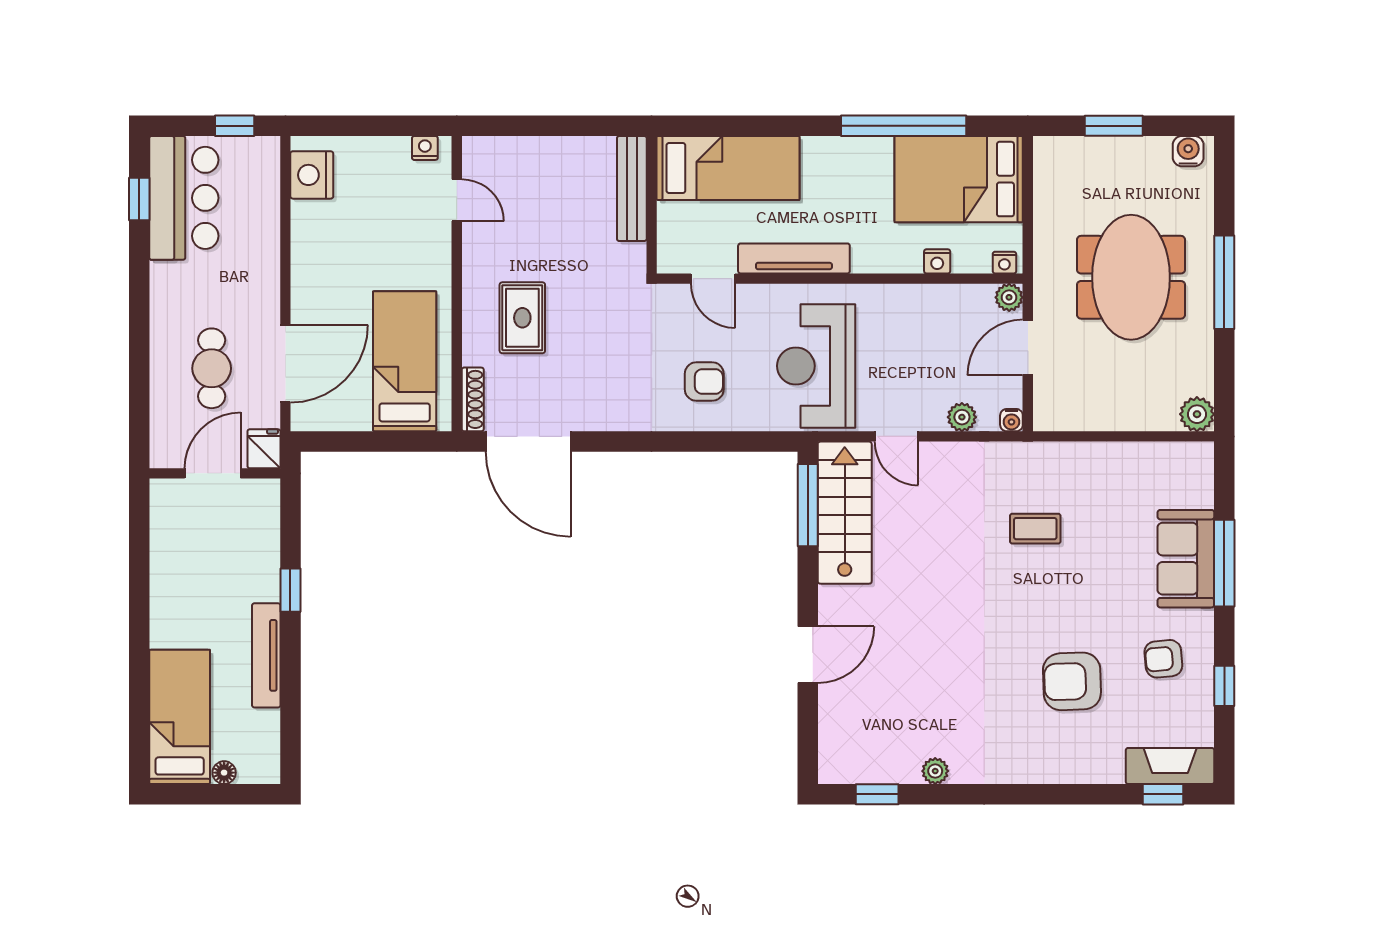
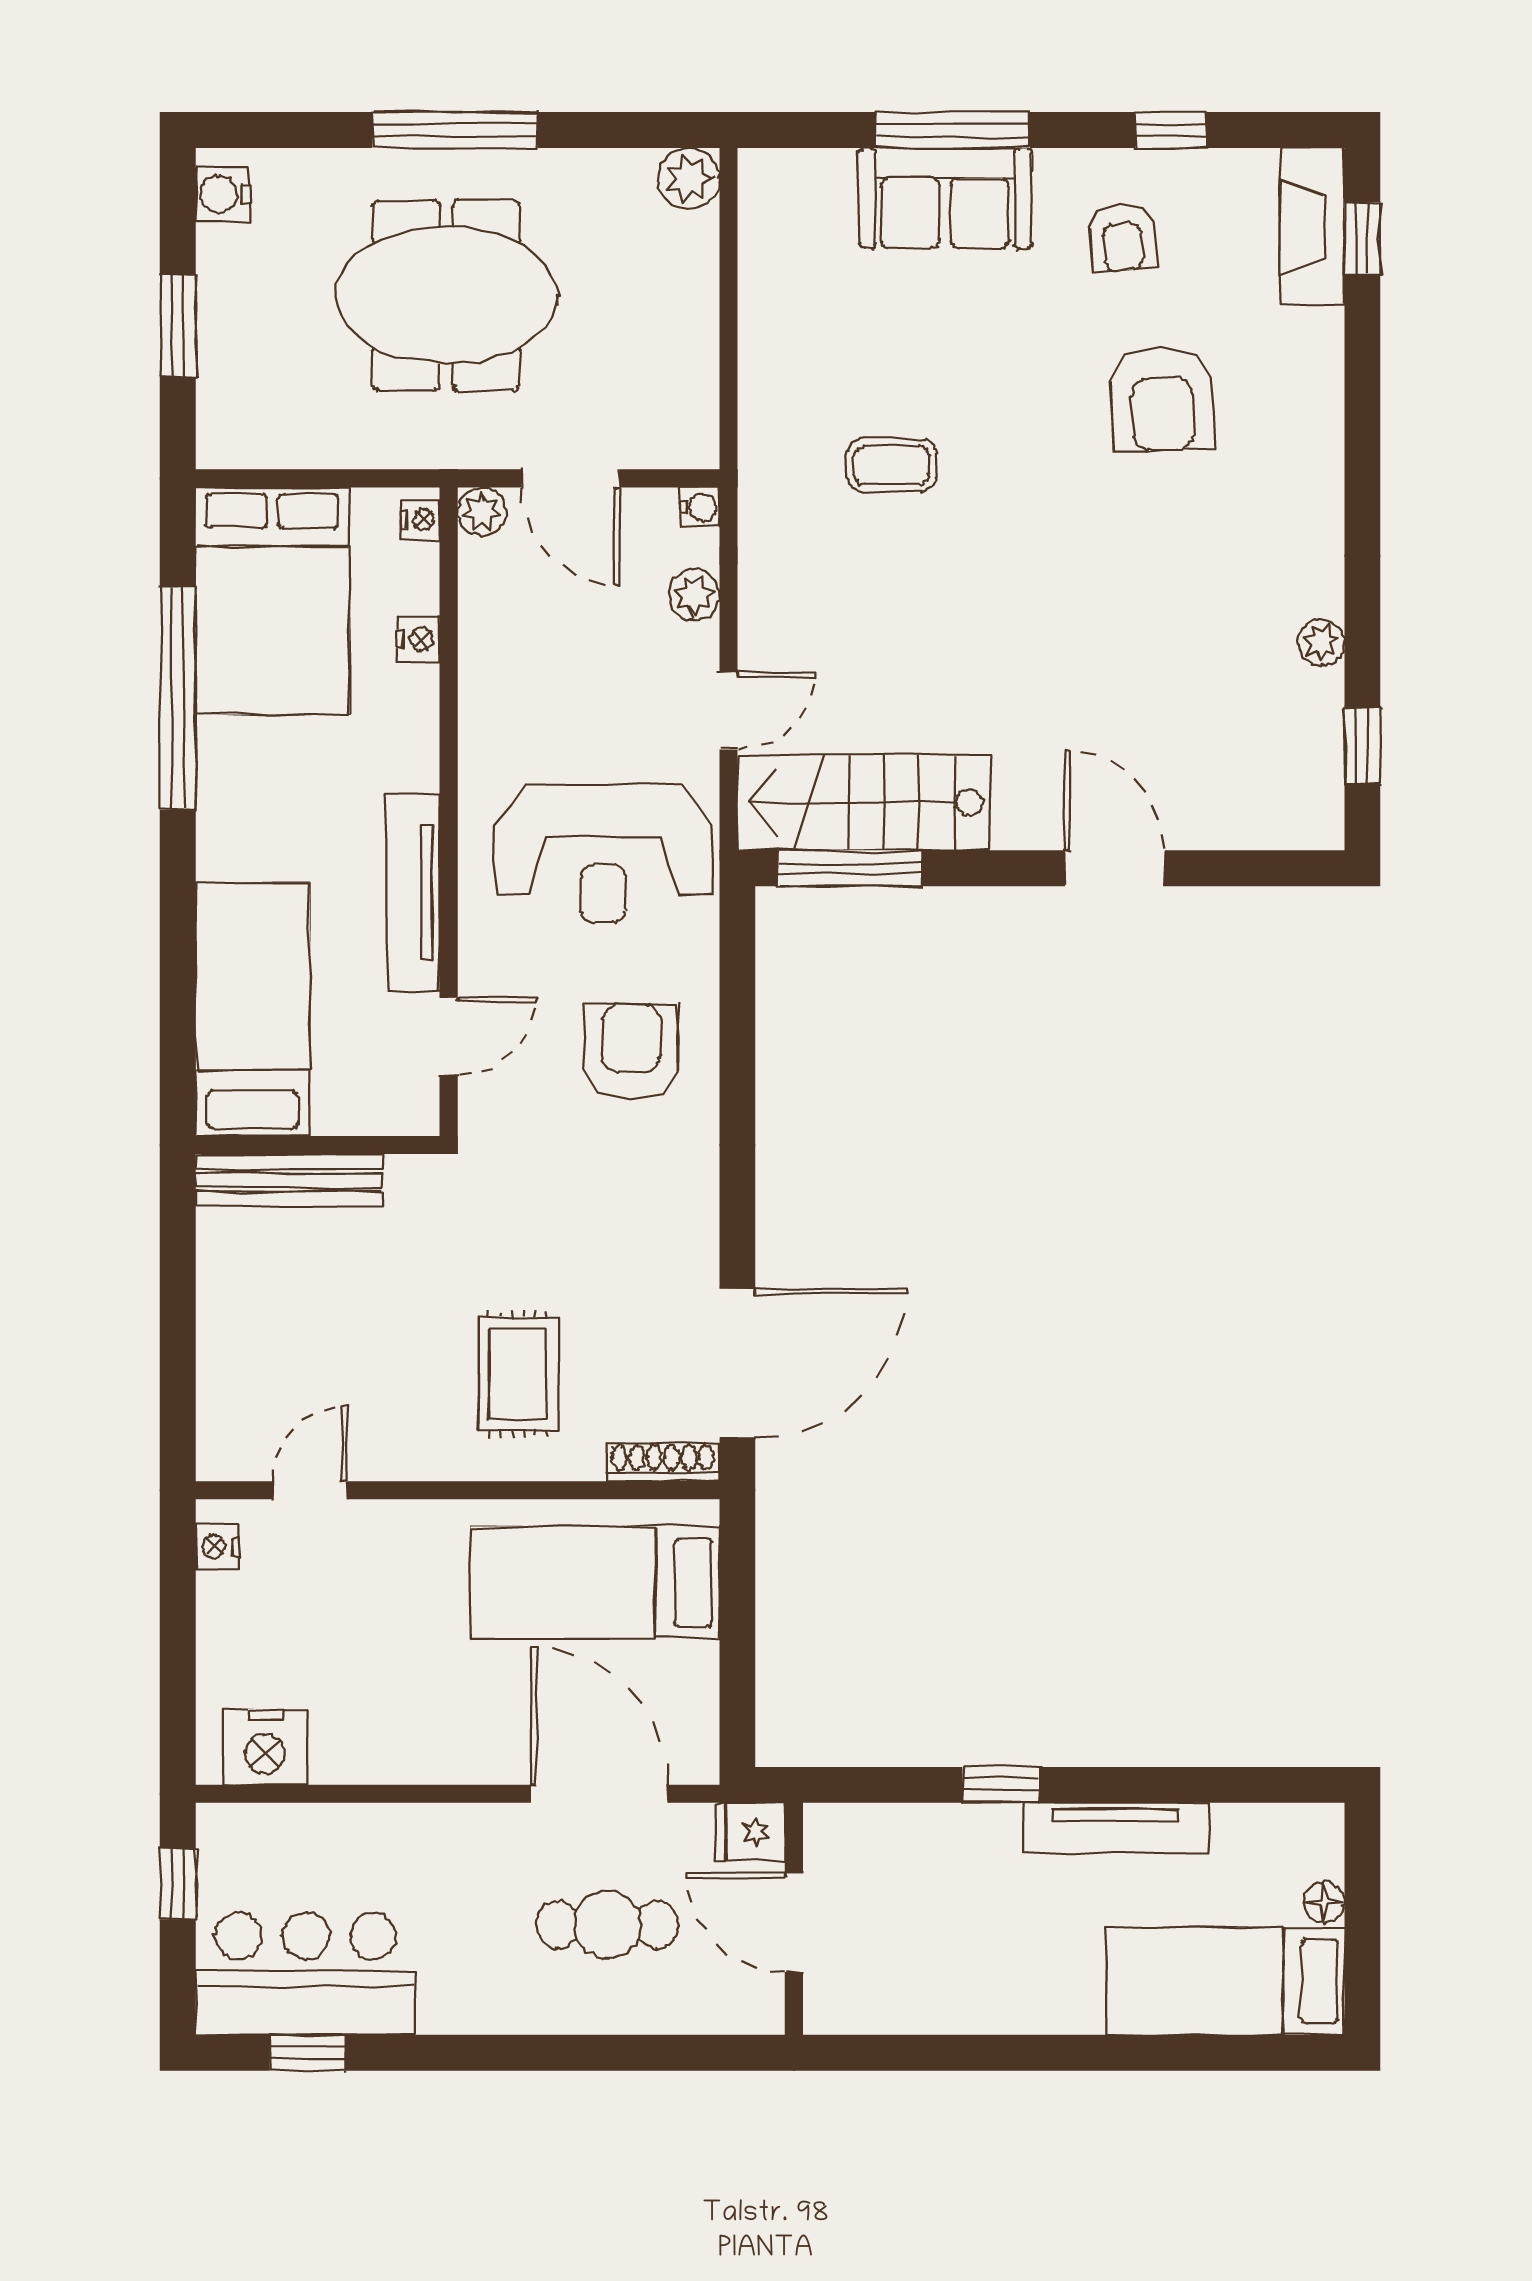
rug: (522, 318) -> (518, 1374), turned 90
armchair: (704, 382) -> (631, 1052), width x1.38, depth x1.38
coffee table: (1035, 529) -> (892, 465), turned 90

